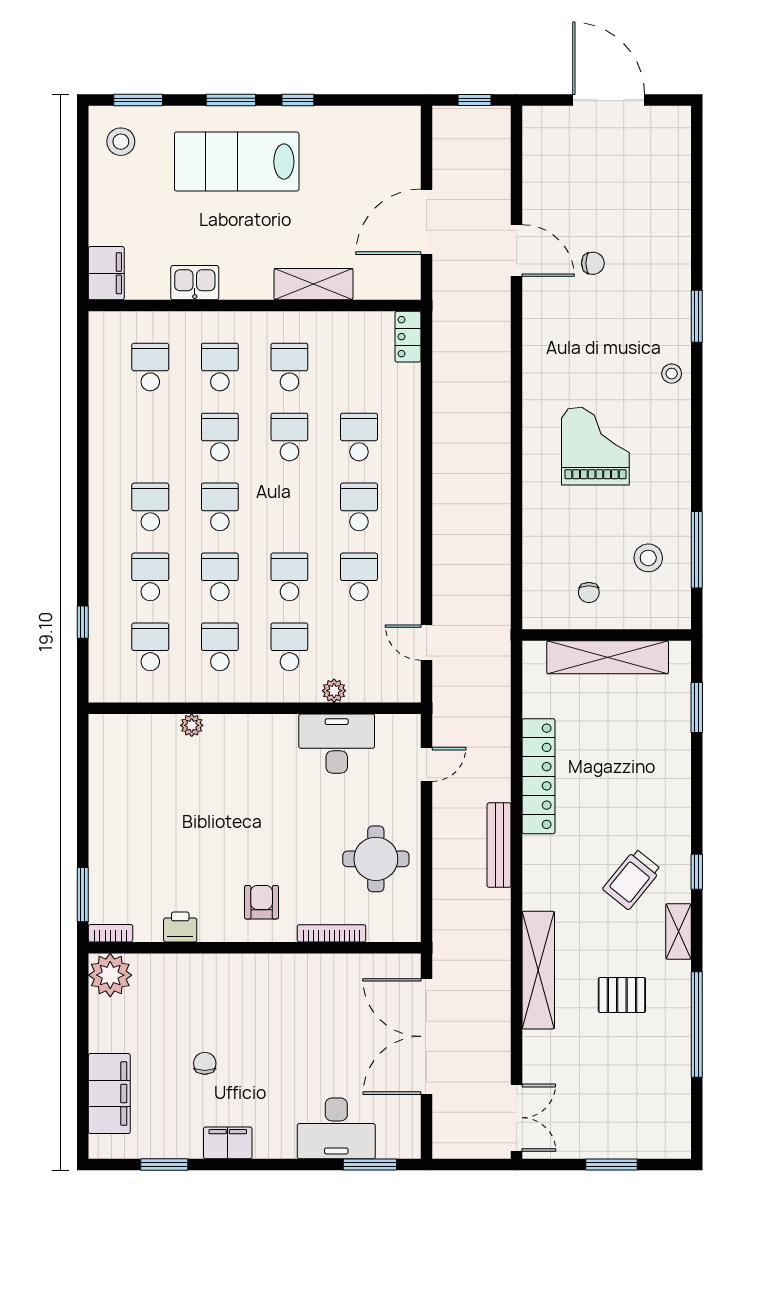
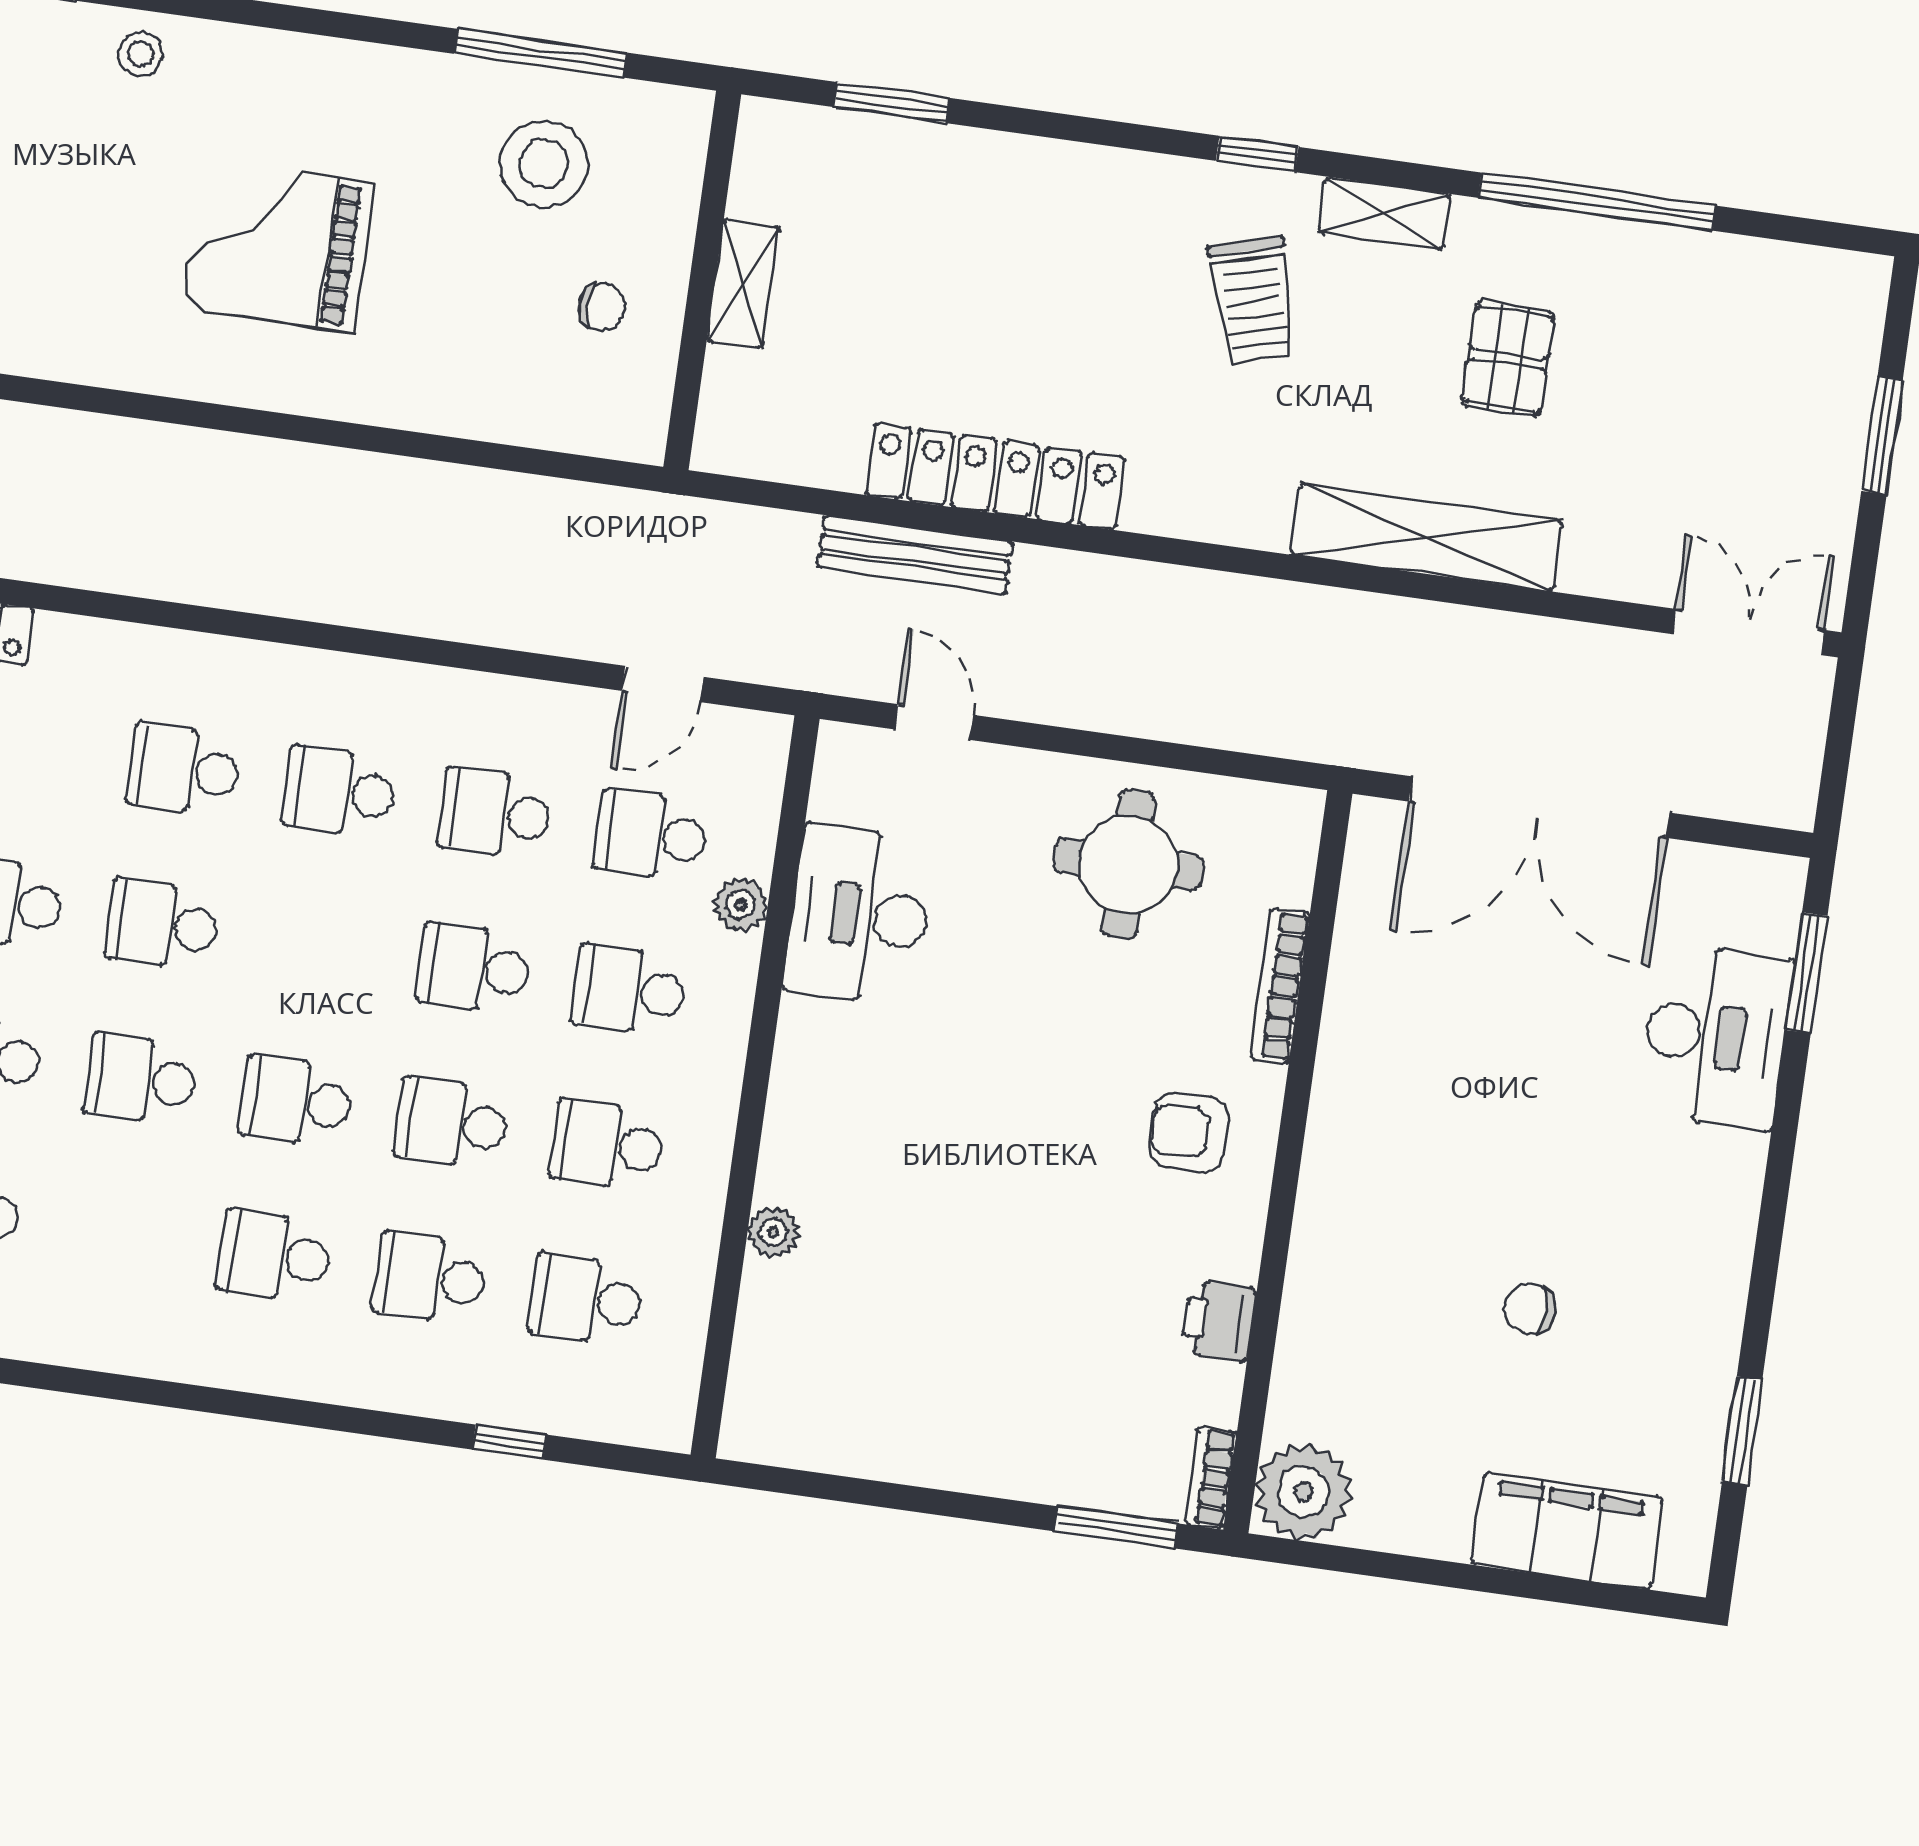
stool: (648, 558) -> (544, 164), width x1.38, depth x1.38
school desk: (359, 647) -> (651, 835), added
shelving: (608, 657) -> (743, 284), width x0.45, depth x0.75
bench: (499, 845) -> (915, 555), moved
trolley: (632, 879) -> (1253, 300), turned 35
filing cabinet: (228, 1143) -> (1714, 1283), removed

